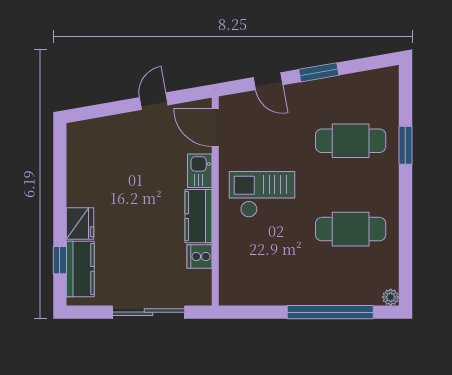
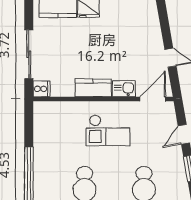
checkout: (262, 194) -> (108, 130), turned 90
cooker: (200, 257) -> (42, 89), moved, turned 90

